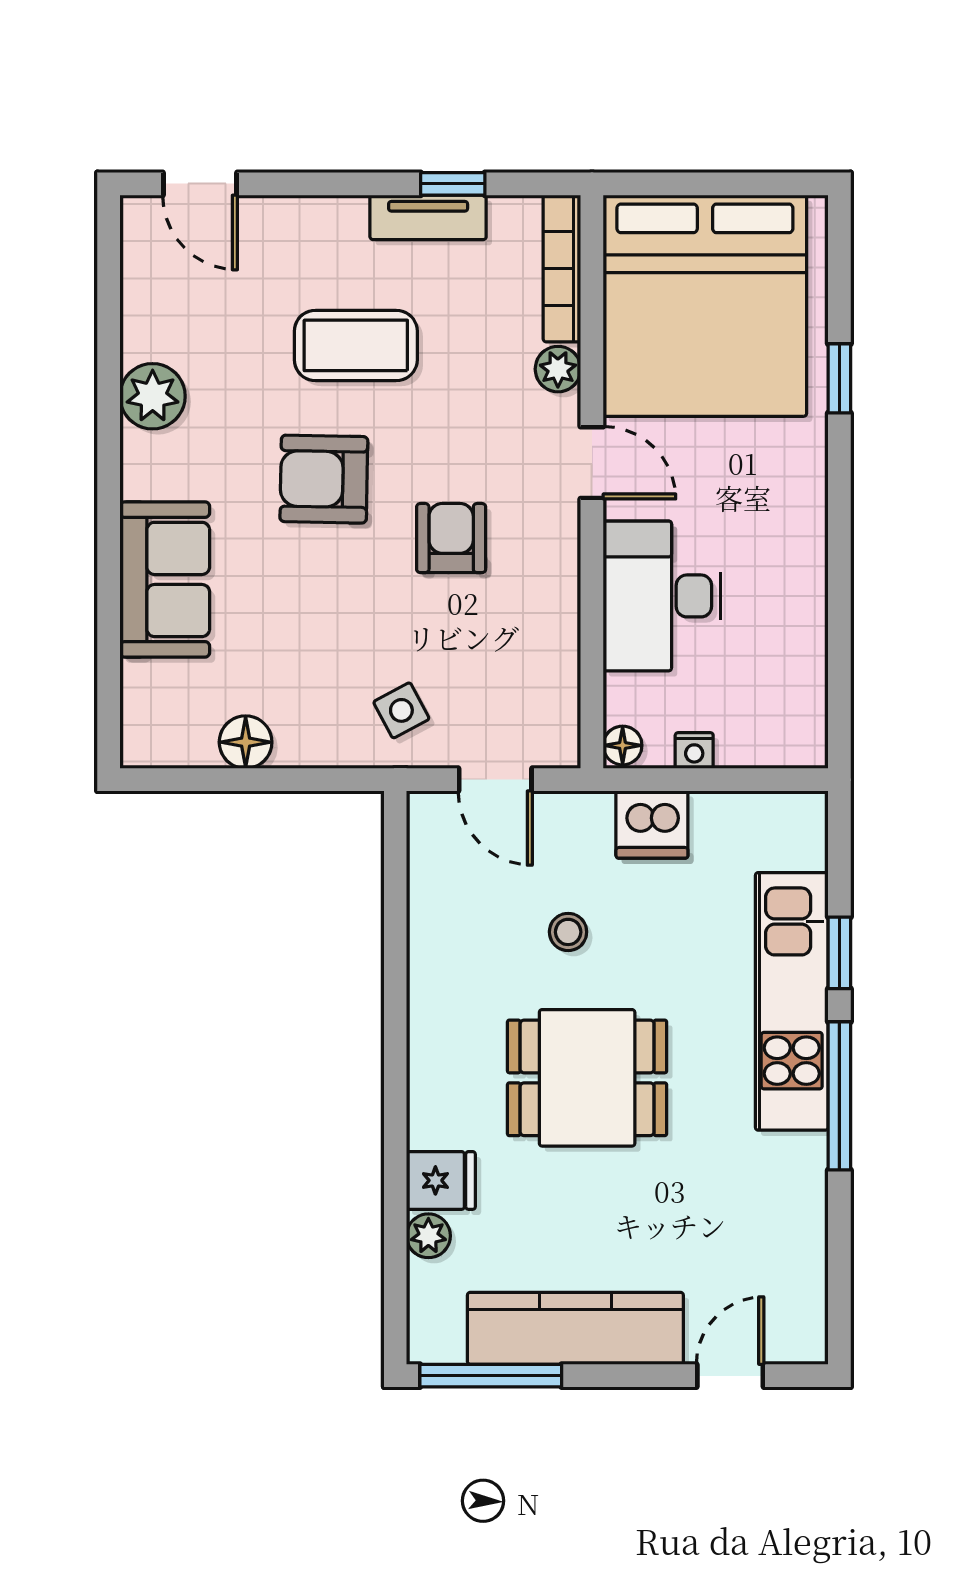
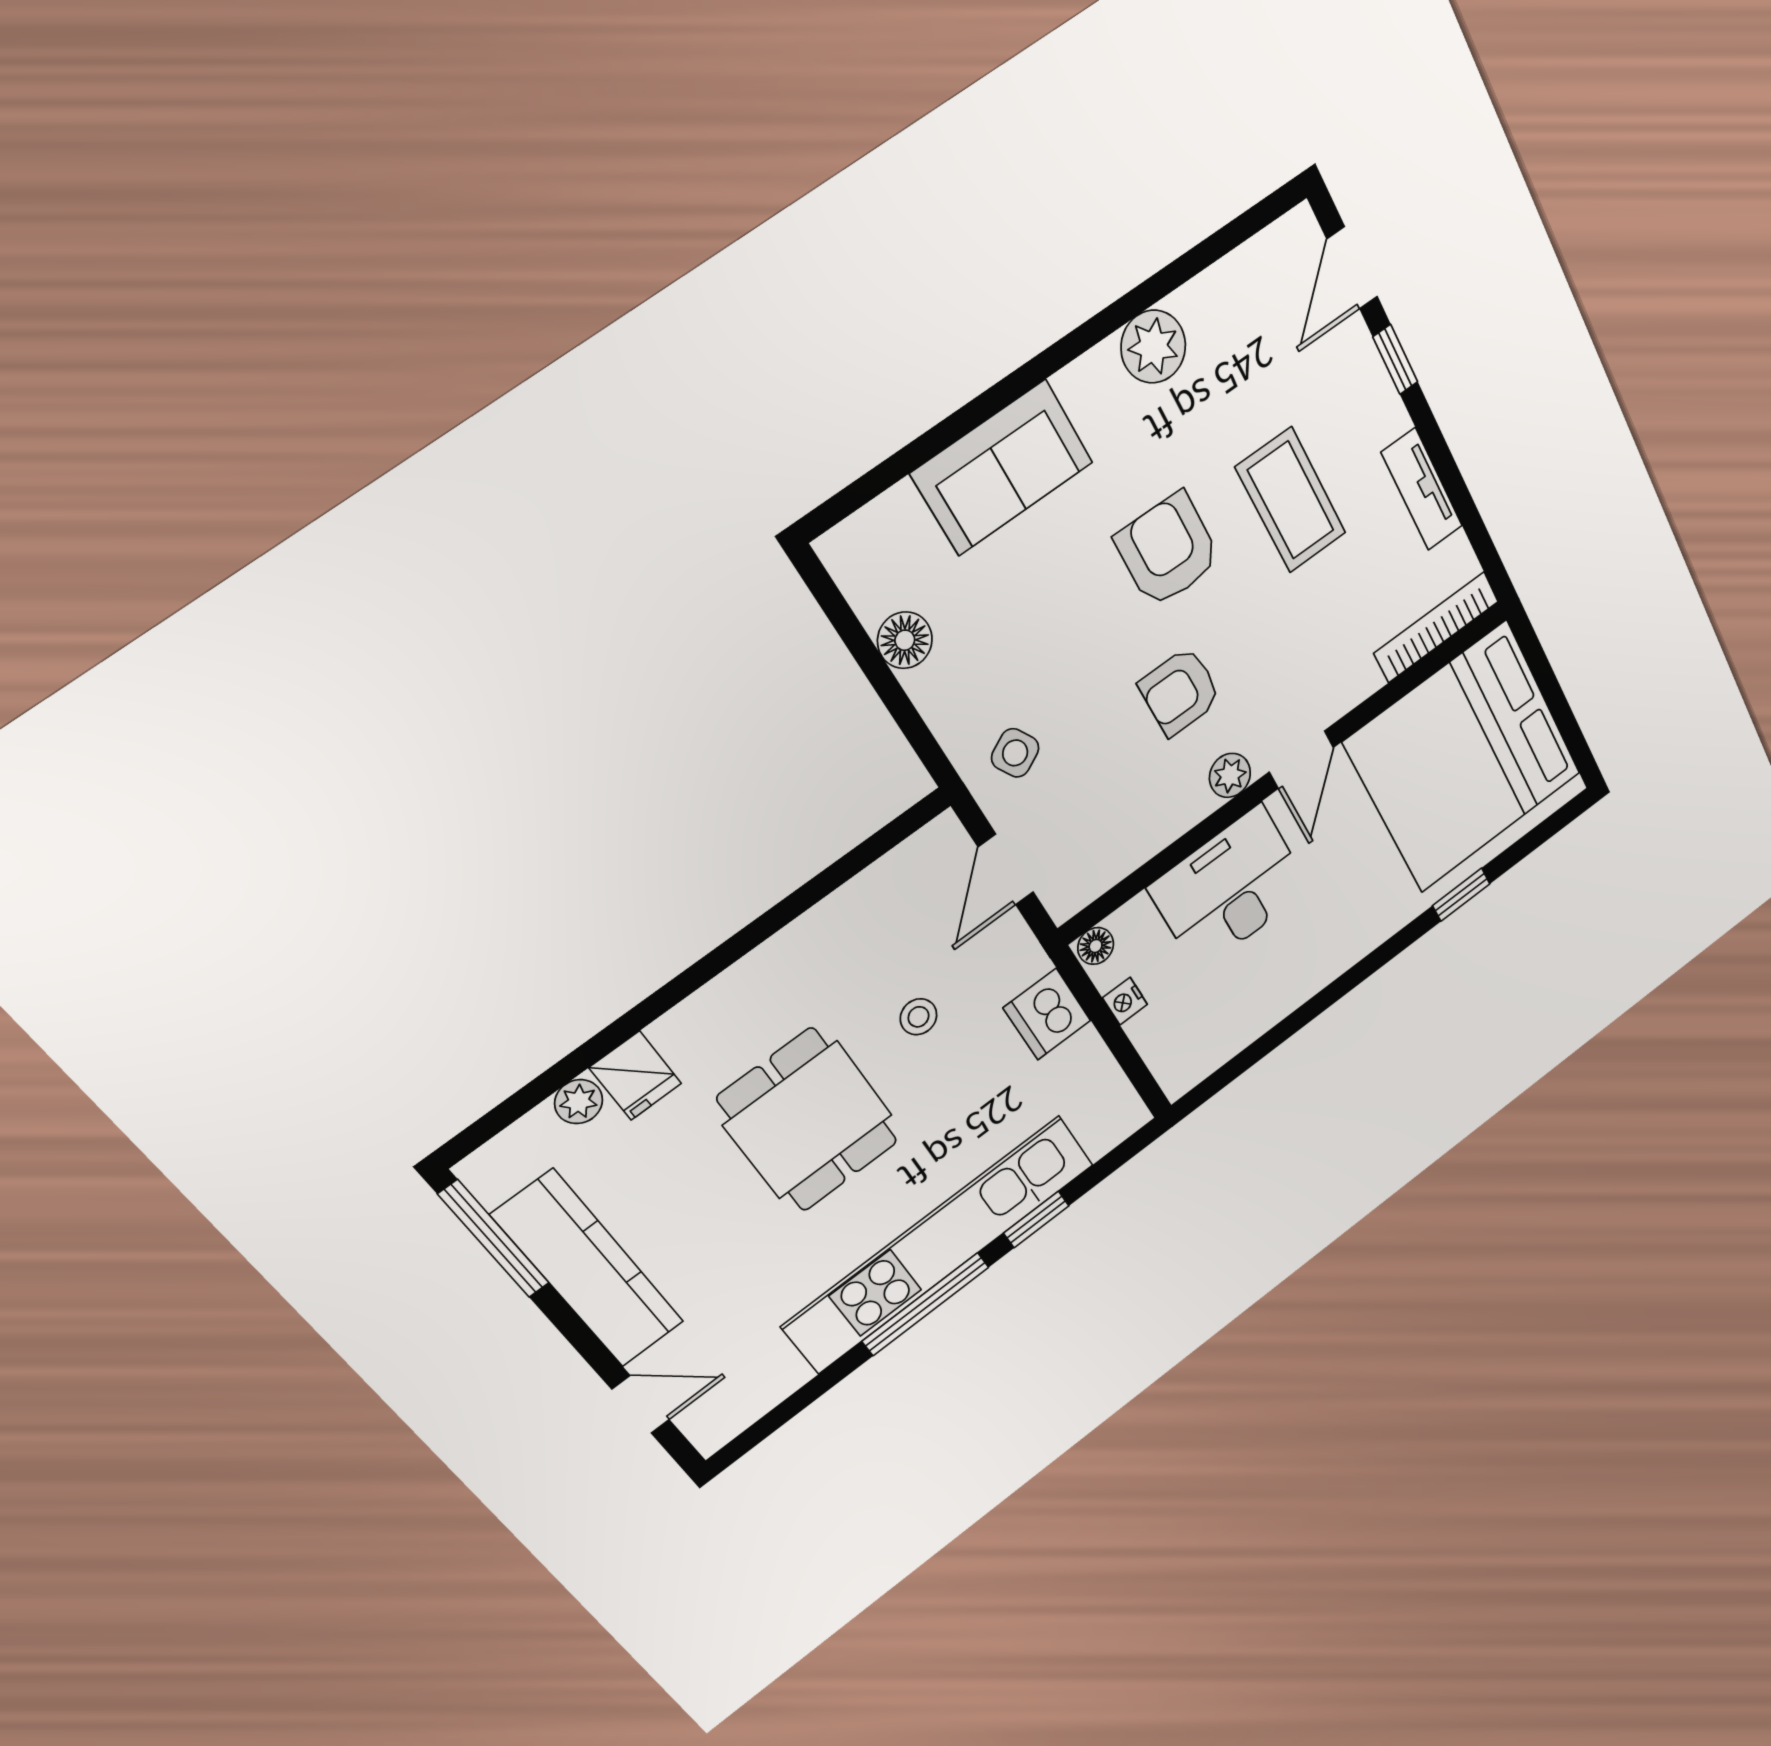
window: (453, 184) -> (1395, 359), moved
plant: (558, 369) -> (1230, 775), moved
armchair: (451, 538) -> (1180, 691), turned 180
kitchen unit: (792, 1001) -> (939, 1244), width x1.36

